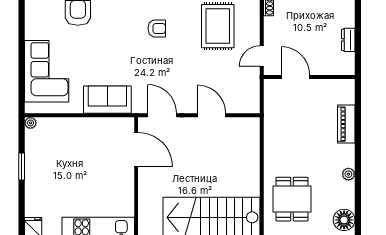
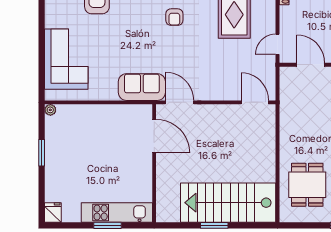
armchair: (157, 28) -> (174, 17), turned 90
sofa: (107, 100) -> (142, 87), moved
door: (212, 115) -> (255, 102), moved

